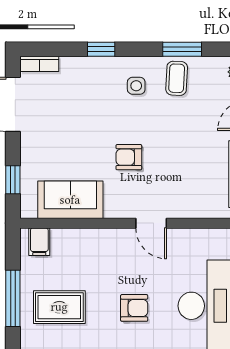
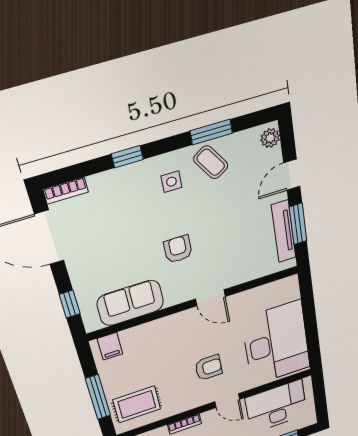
coffee table: (177, 78) -> (211, 162), turned -36
armchair: (129, 157) -> (178, 249), turned 90
rug: (59, 307) -> (137, 404), moved

